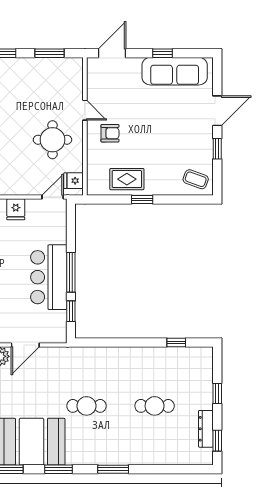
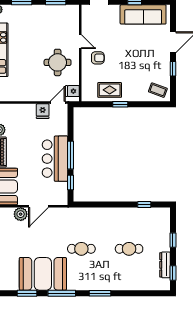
fridge: (16, 209) -> (43, 111), moved
window: (58, 469) -> (62, 293), width x1.44

